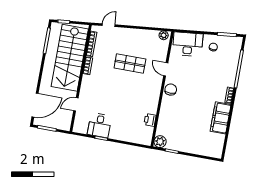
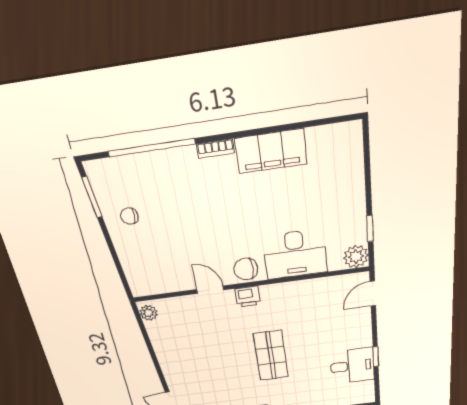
desk: (188, 44) -> (295, 254), moved, turned -84
shop shelf: (130, 63) -> (271, 356), moved
door: (166, 69) -> (210, 290), swing flipped
printer: (150, 120) -> (248, 297), moved
door: (138, 145) -> (373, 294), added

